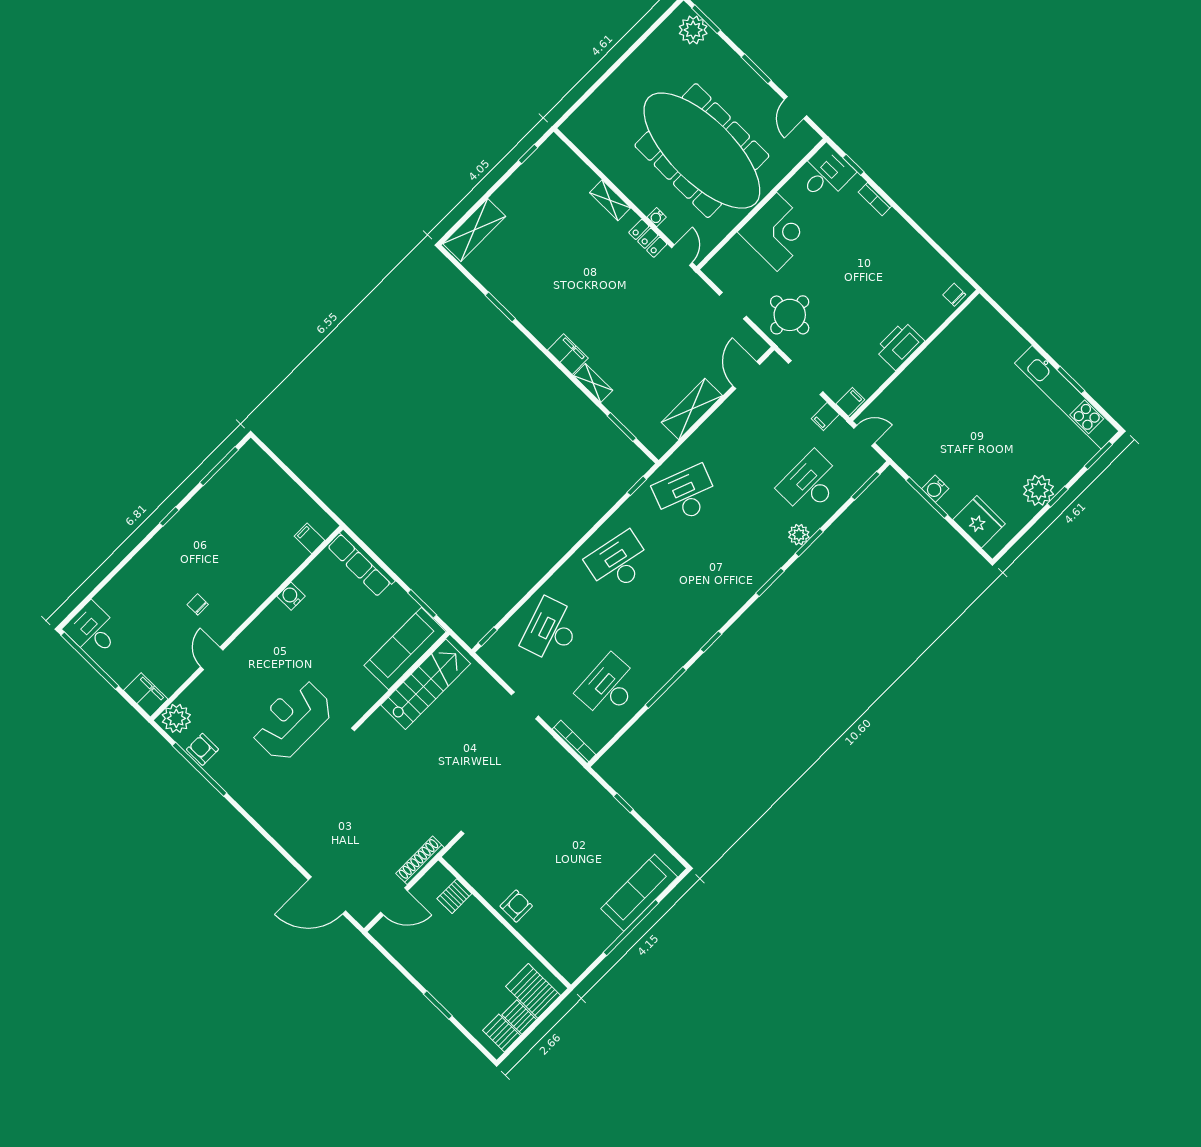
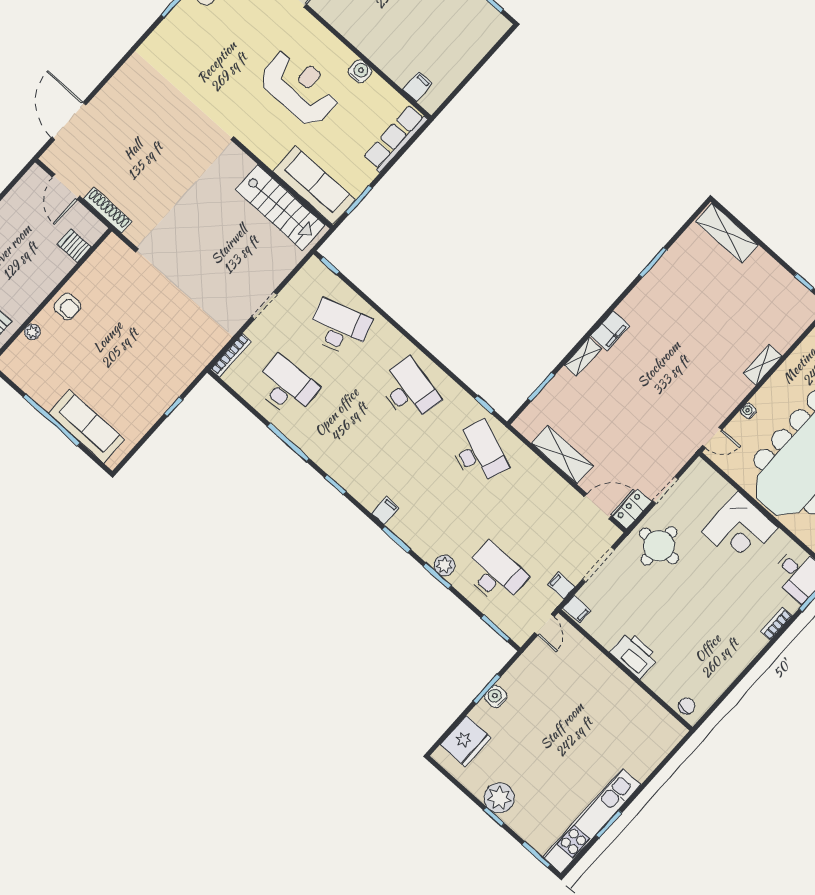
locker: (648, 238) -> (632, 509), moved
window: (927, 498) -> (487, 689), width x0.69
filing cabinet: (740, 592) -> (385, 511), added
reception desk: (292, 720) -> (300, 87), moved
plant: (540, 943) -> (32, 332), added

